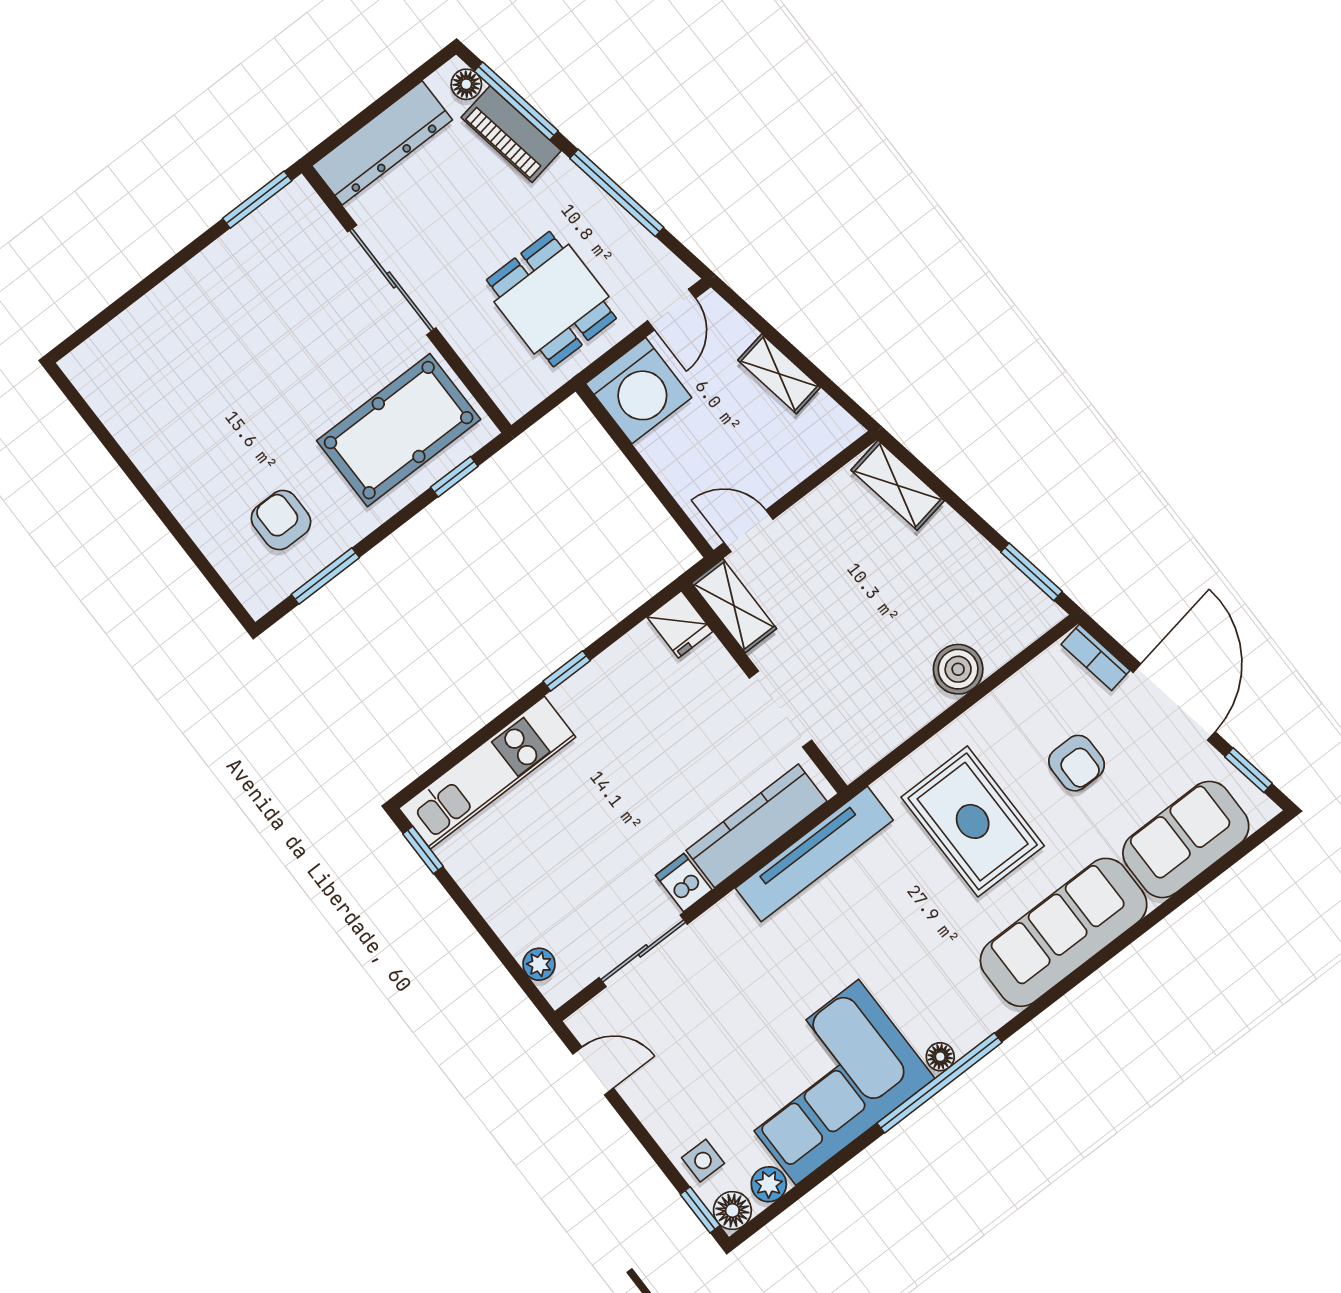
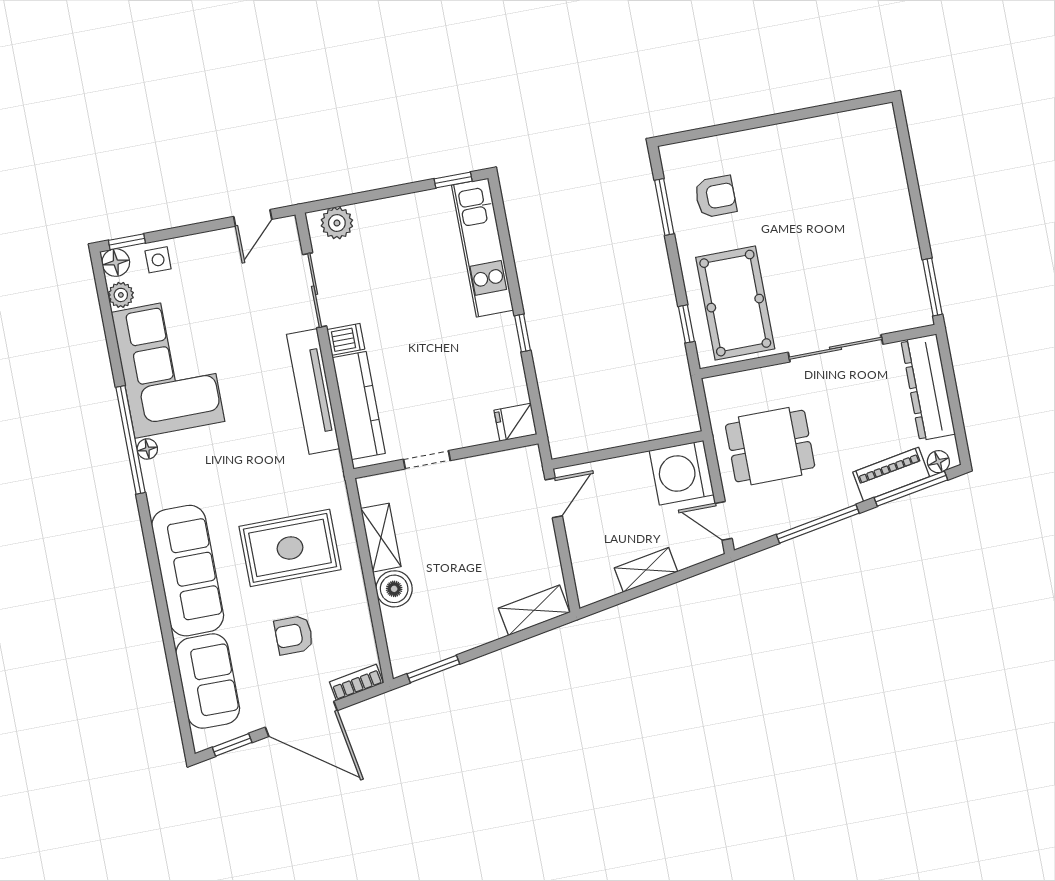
shelving: (734, 606) -> (381, 538), moved, turned 90
doorway: (780, 709) -> (427, 460), width x0.73
tv unit: (814, 854) -> (313, 392), moved
plant: (539, 964) -> (337, 223), width x1.38, depth x1.38

